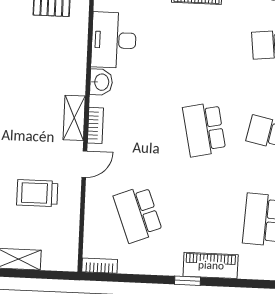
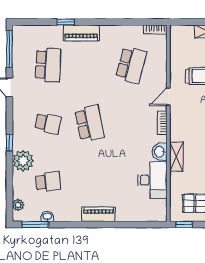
shelving: (74, 118) -> (176, 157), moved
school desk: (138, 214) -> (131, 65), turned 36
window: (188, 281) -> (66, 22), moved

